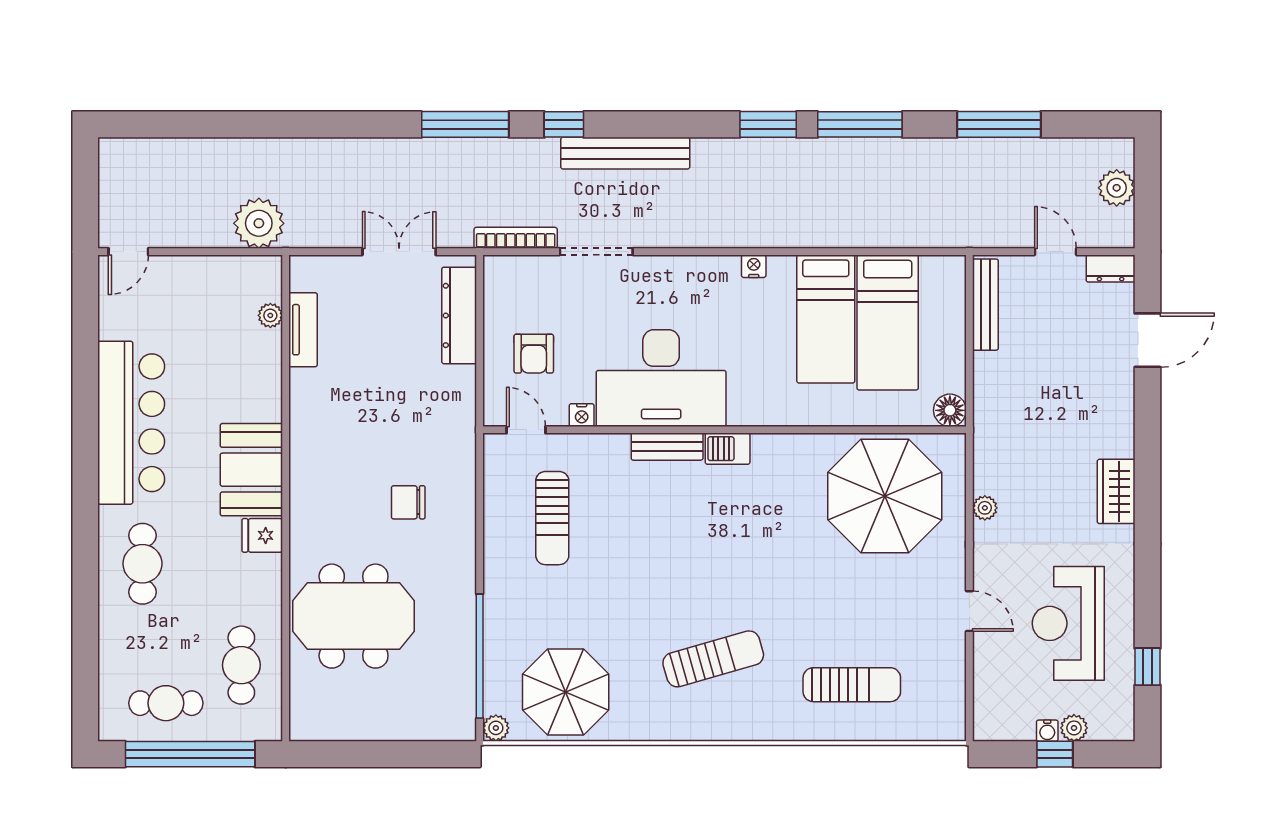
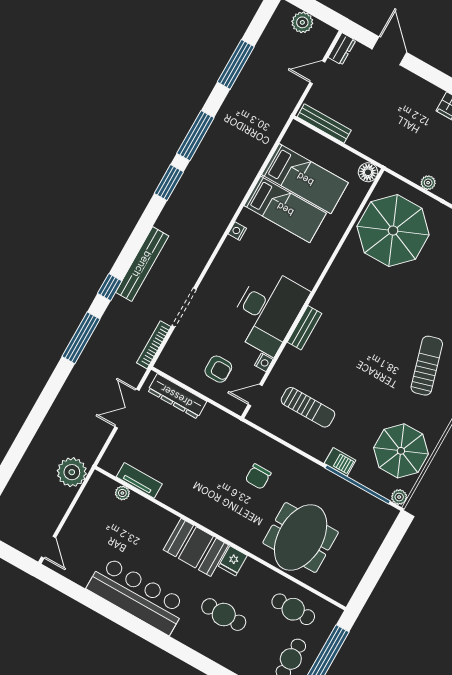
barbecue: (728, 449) -> (340, 462), moved, turned -90
cafe table: (142, 564) -> (224, 615), moved

